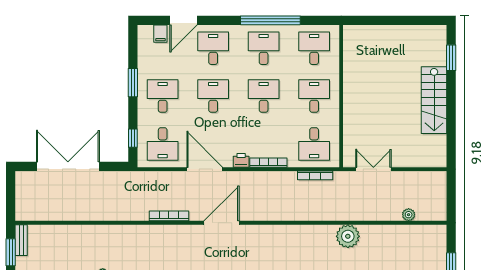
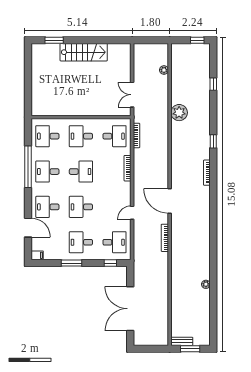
filing cabinet: (160, 34) -> (37, 255), moved
desk: (264, 96) -> (81, 172), turned 180
printer: (241, 160) -> (126, 187), removed
door: (205, 169) -> (132, 213), width x0.53

